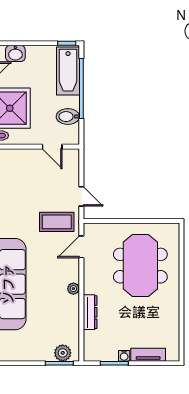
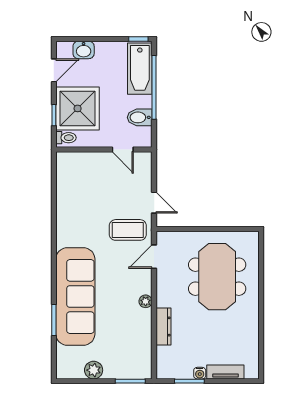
plant: (63, 353) -> (94, 370), moved

